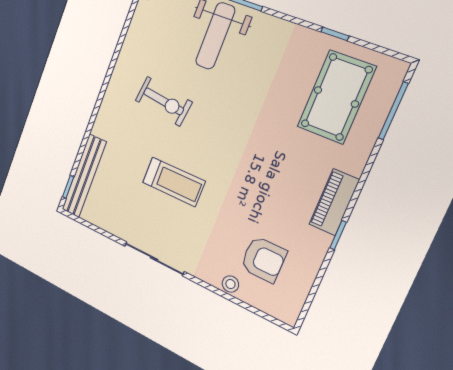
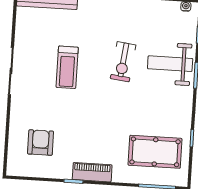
exercise bike: (163, 101) -> (123, 62), moved
armchair: (263, 259) -> (41, 143), turned 180
stool: (230, 284) -> (16, 127), removed

